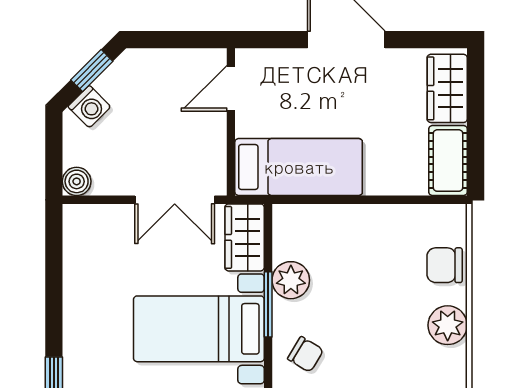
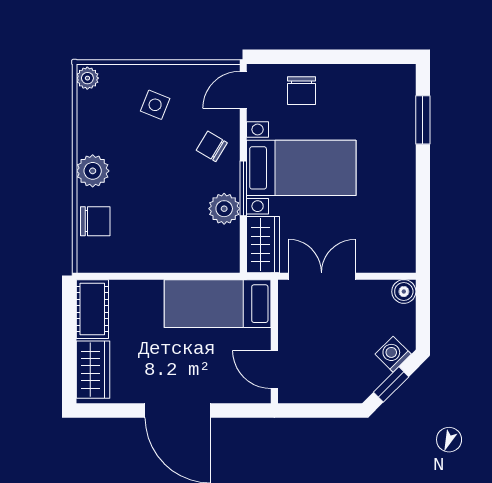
door: (231, 88) -> (274, 370), swing flipped

